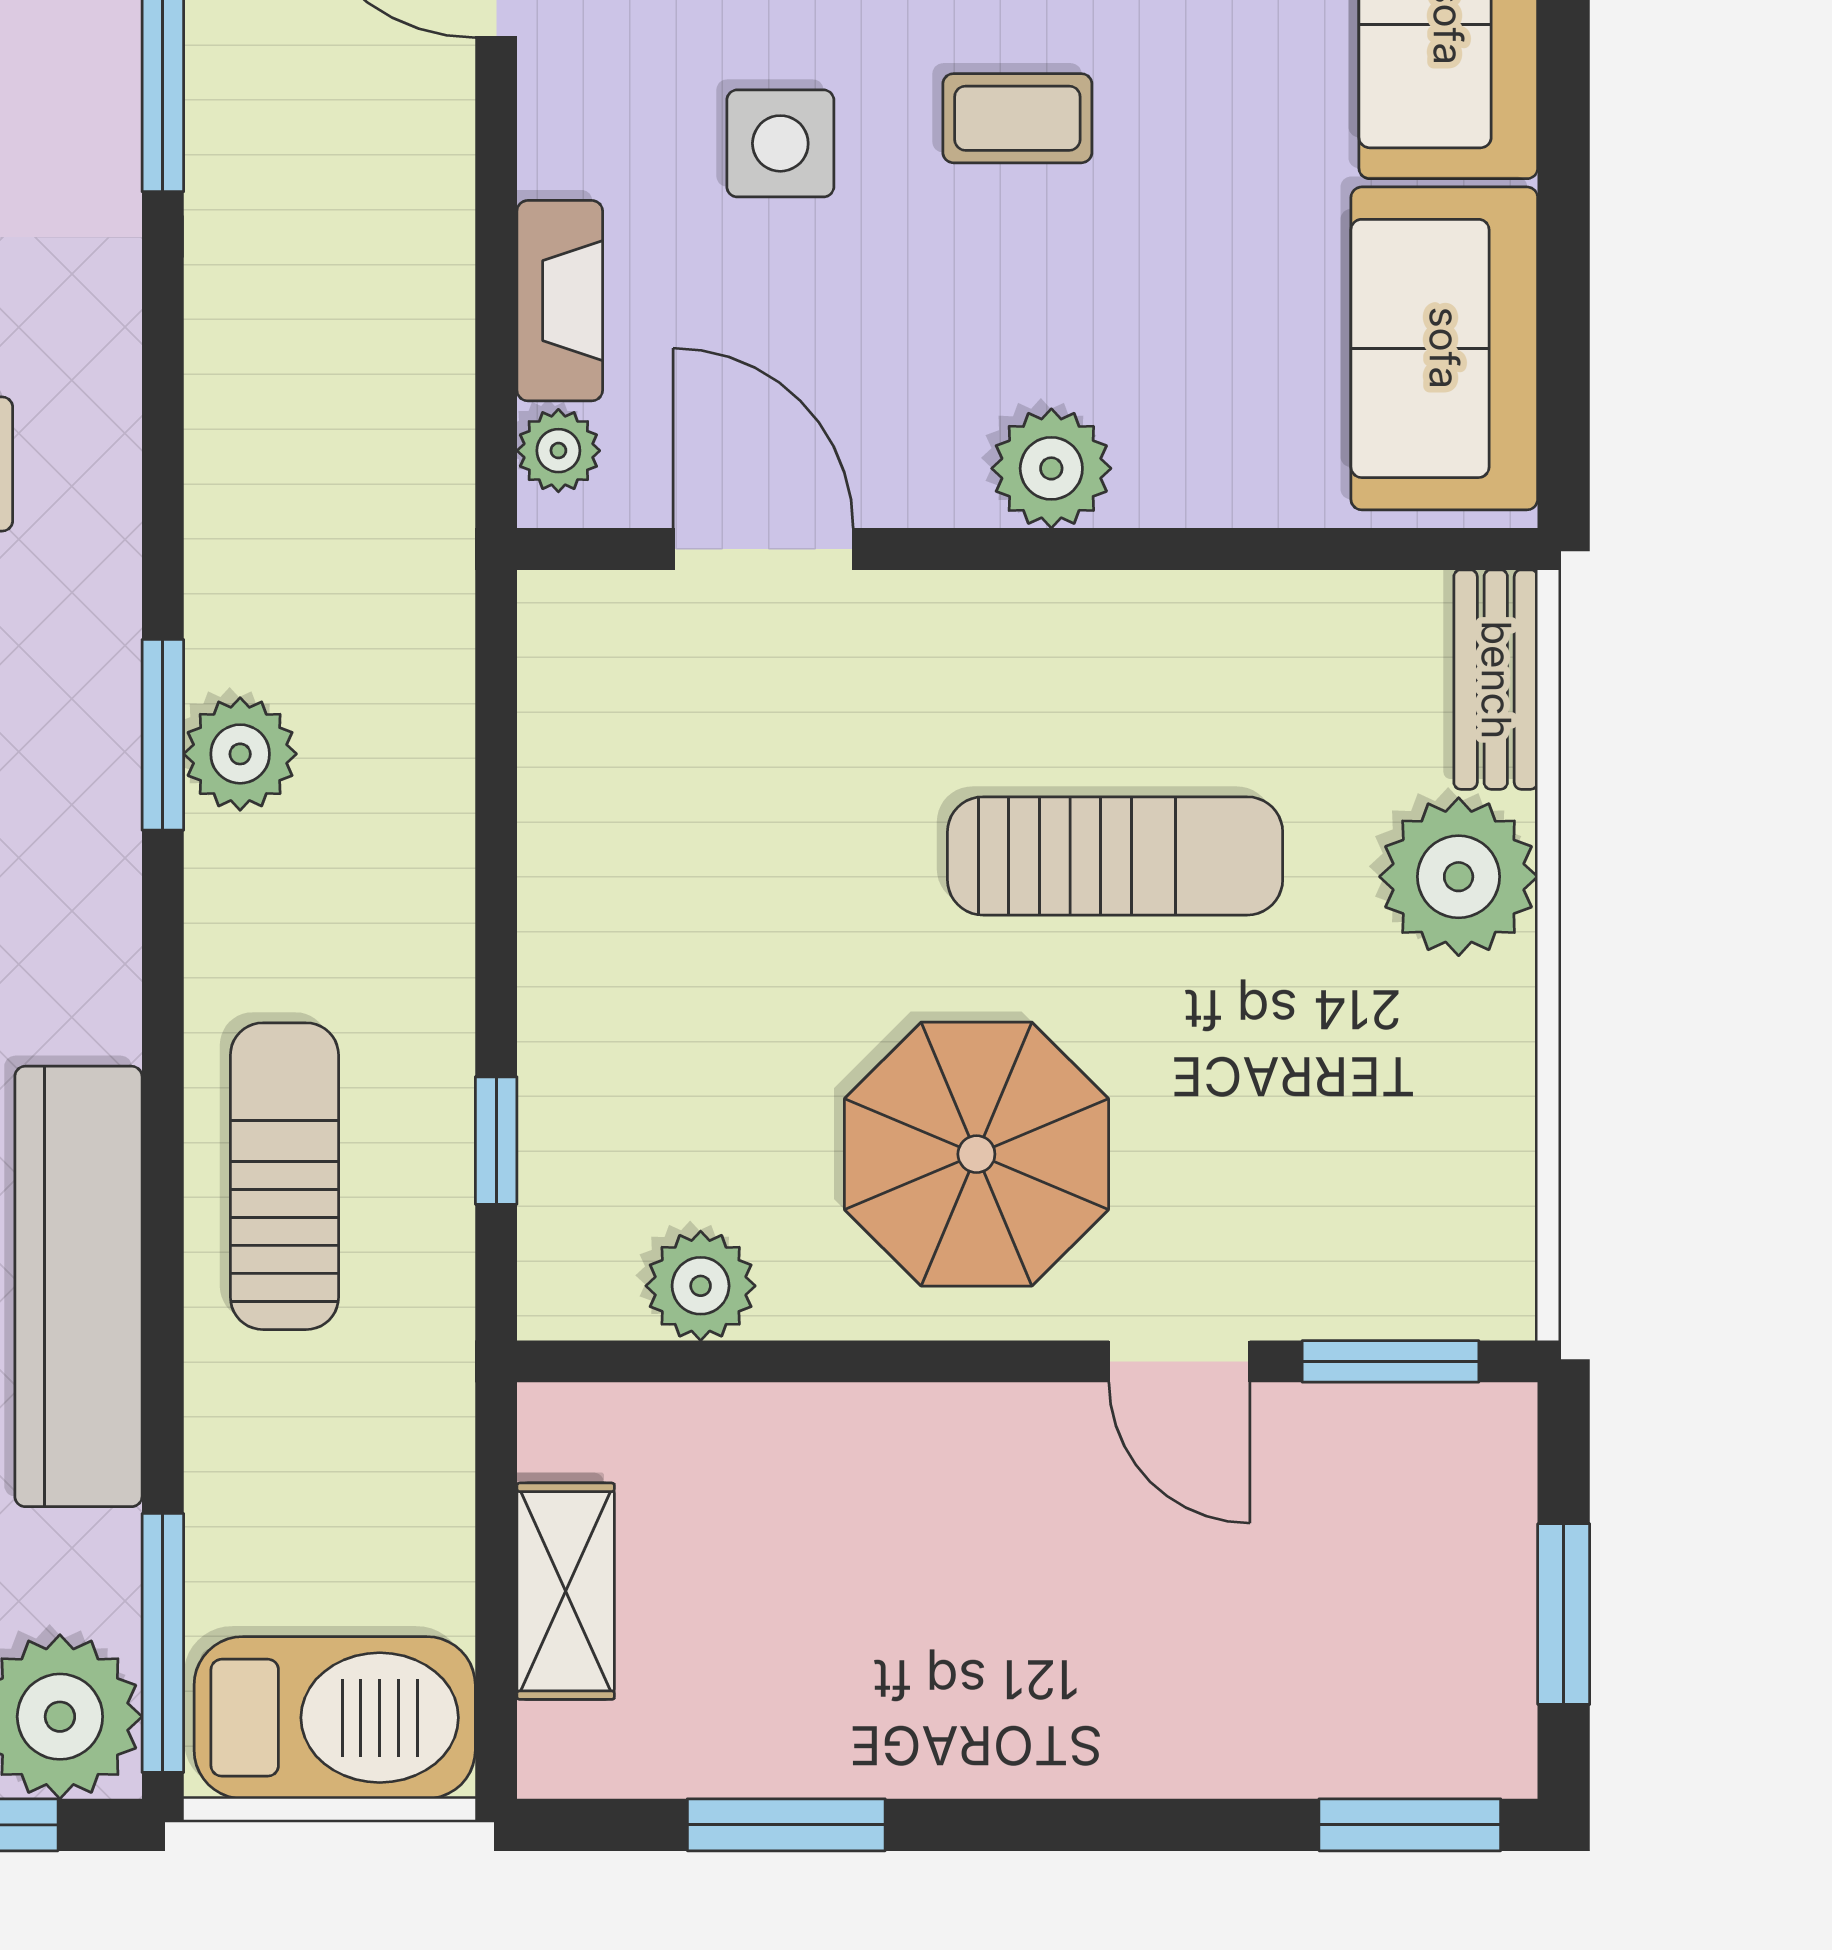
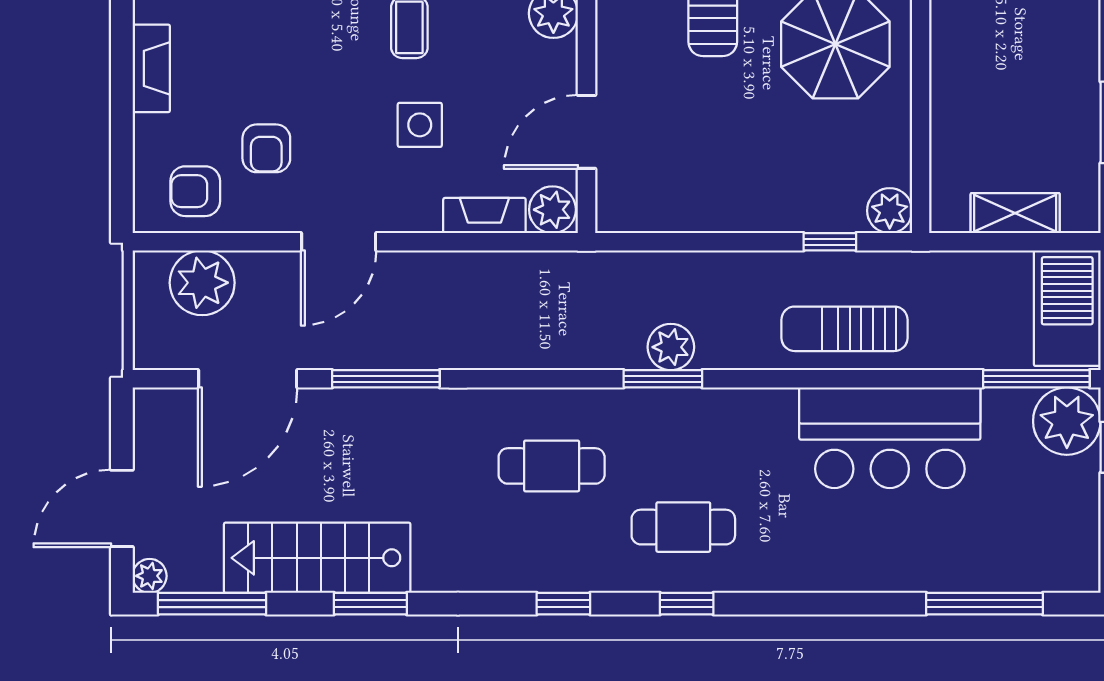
plant: (558, 451) -> (552, 210), width x1.38, depth x1.38
plant: (701, 1286) -> (890, 211), moved

